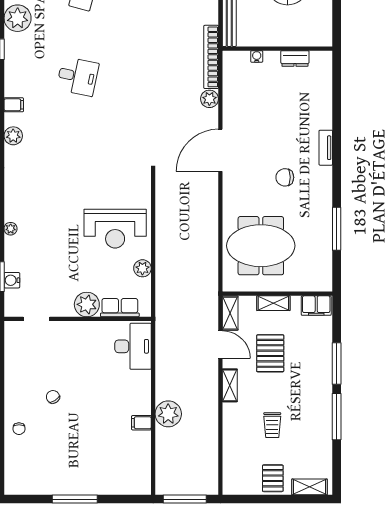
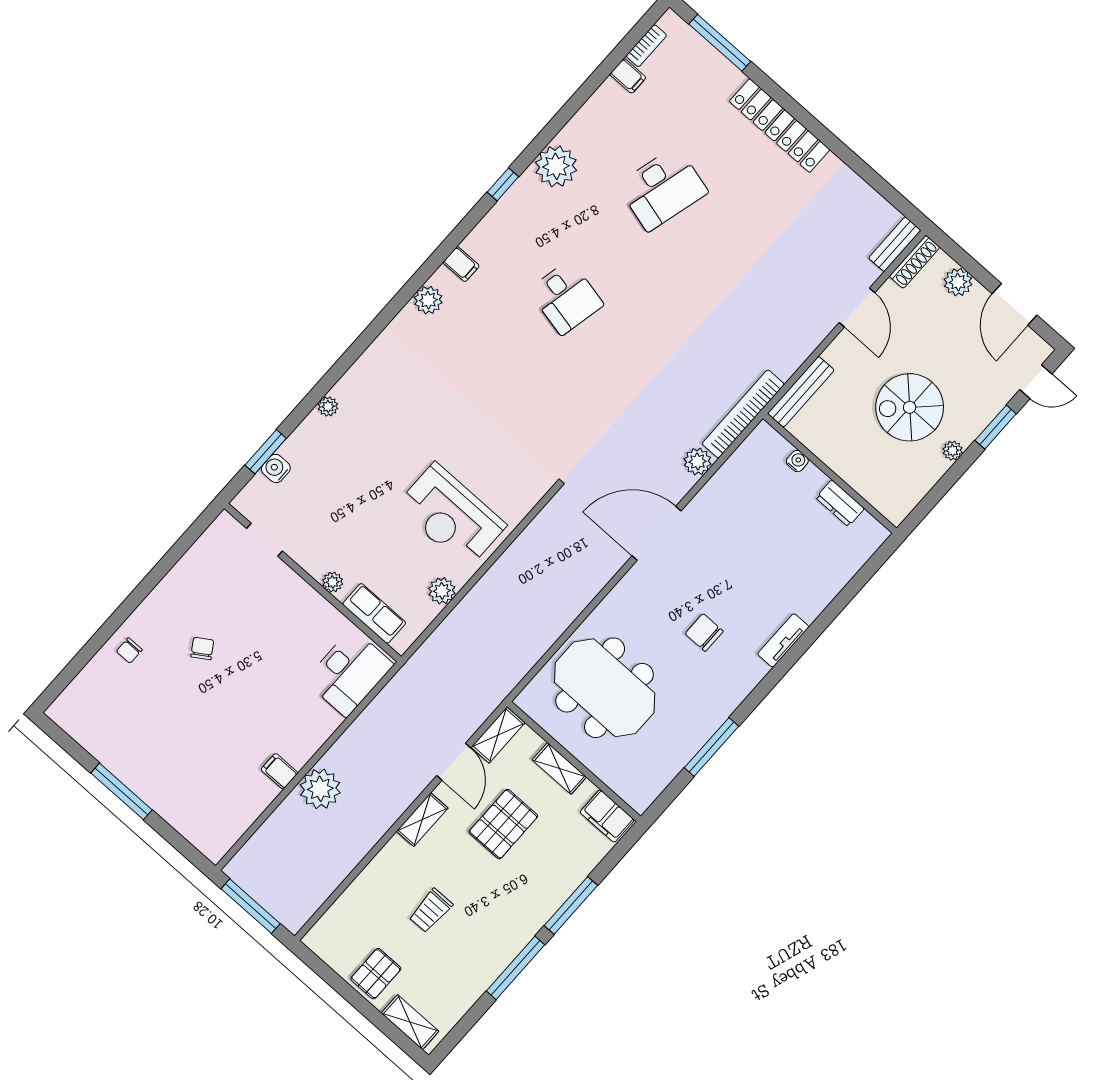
plant: (87, 304) -> (333, 582), width x0.53, depth x0.53

